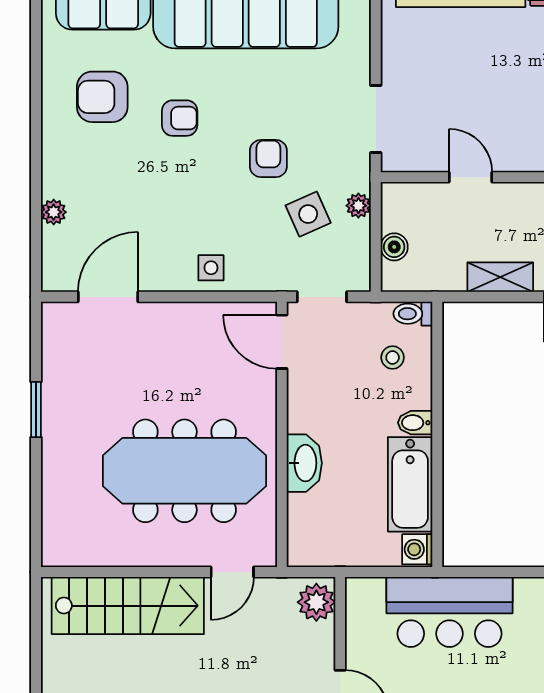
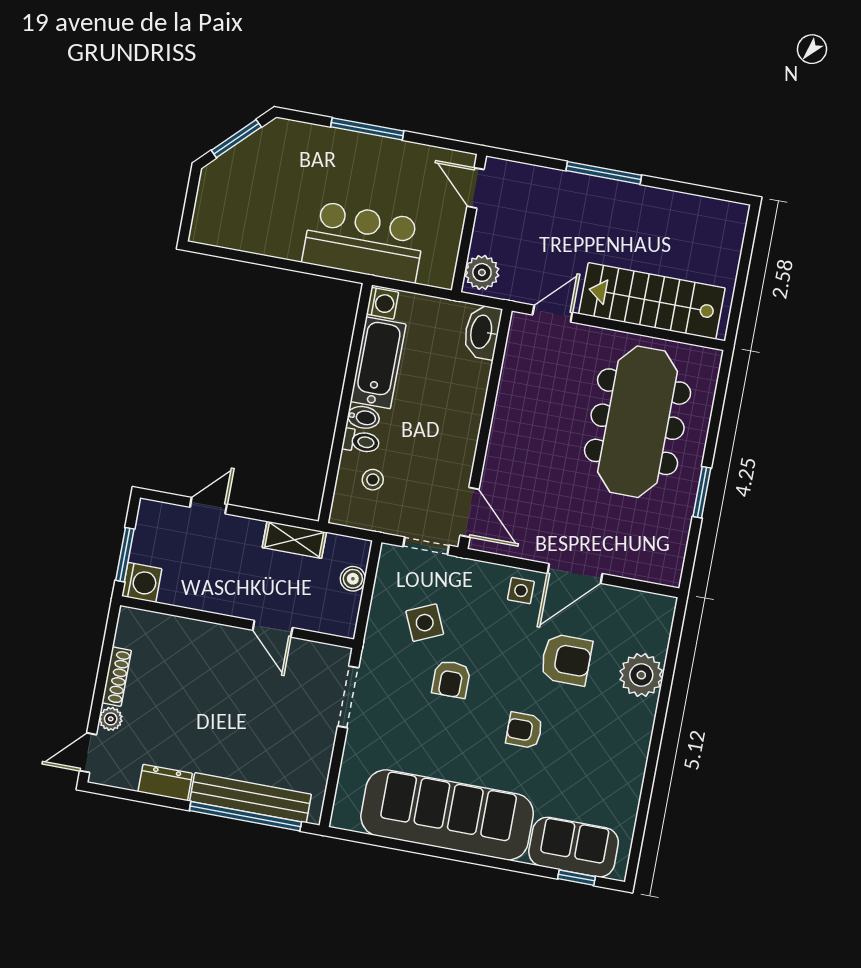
armchair: (102, 97) -> (566, 660), moved
plant: (358, 206) -> (378, 622), removed
plant: (54, 212) -> (641, 675), width x1.88, depth x1.88
shelving: (500, 277) -> (294, 540), moved
door: (108, 297) -> (575, 573), moved
toilet: (413, 314) -> (361, 441), moved
washbasin: (304, 463) -> (482, 332), moved
meeting table: (184, 471) -> (638, 422), moved, turned 90

